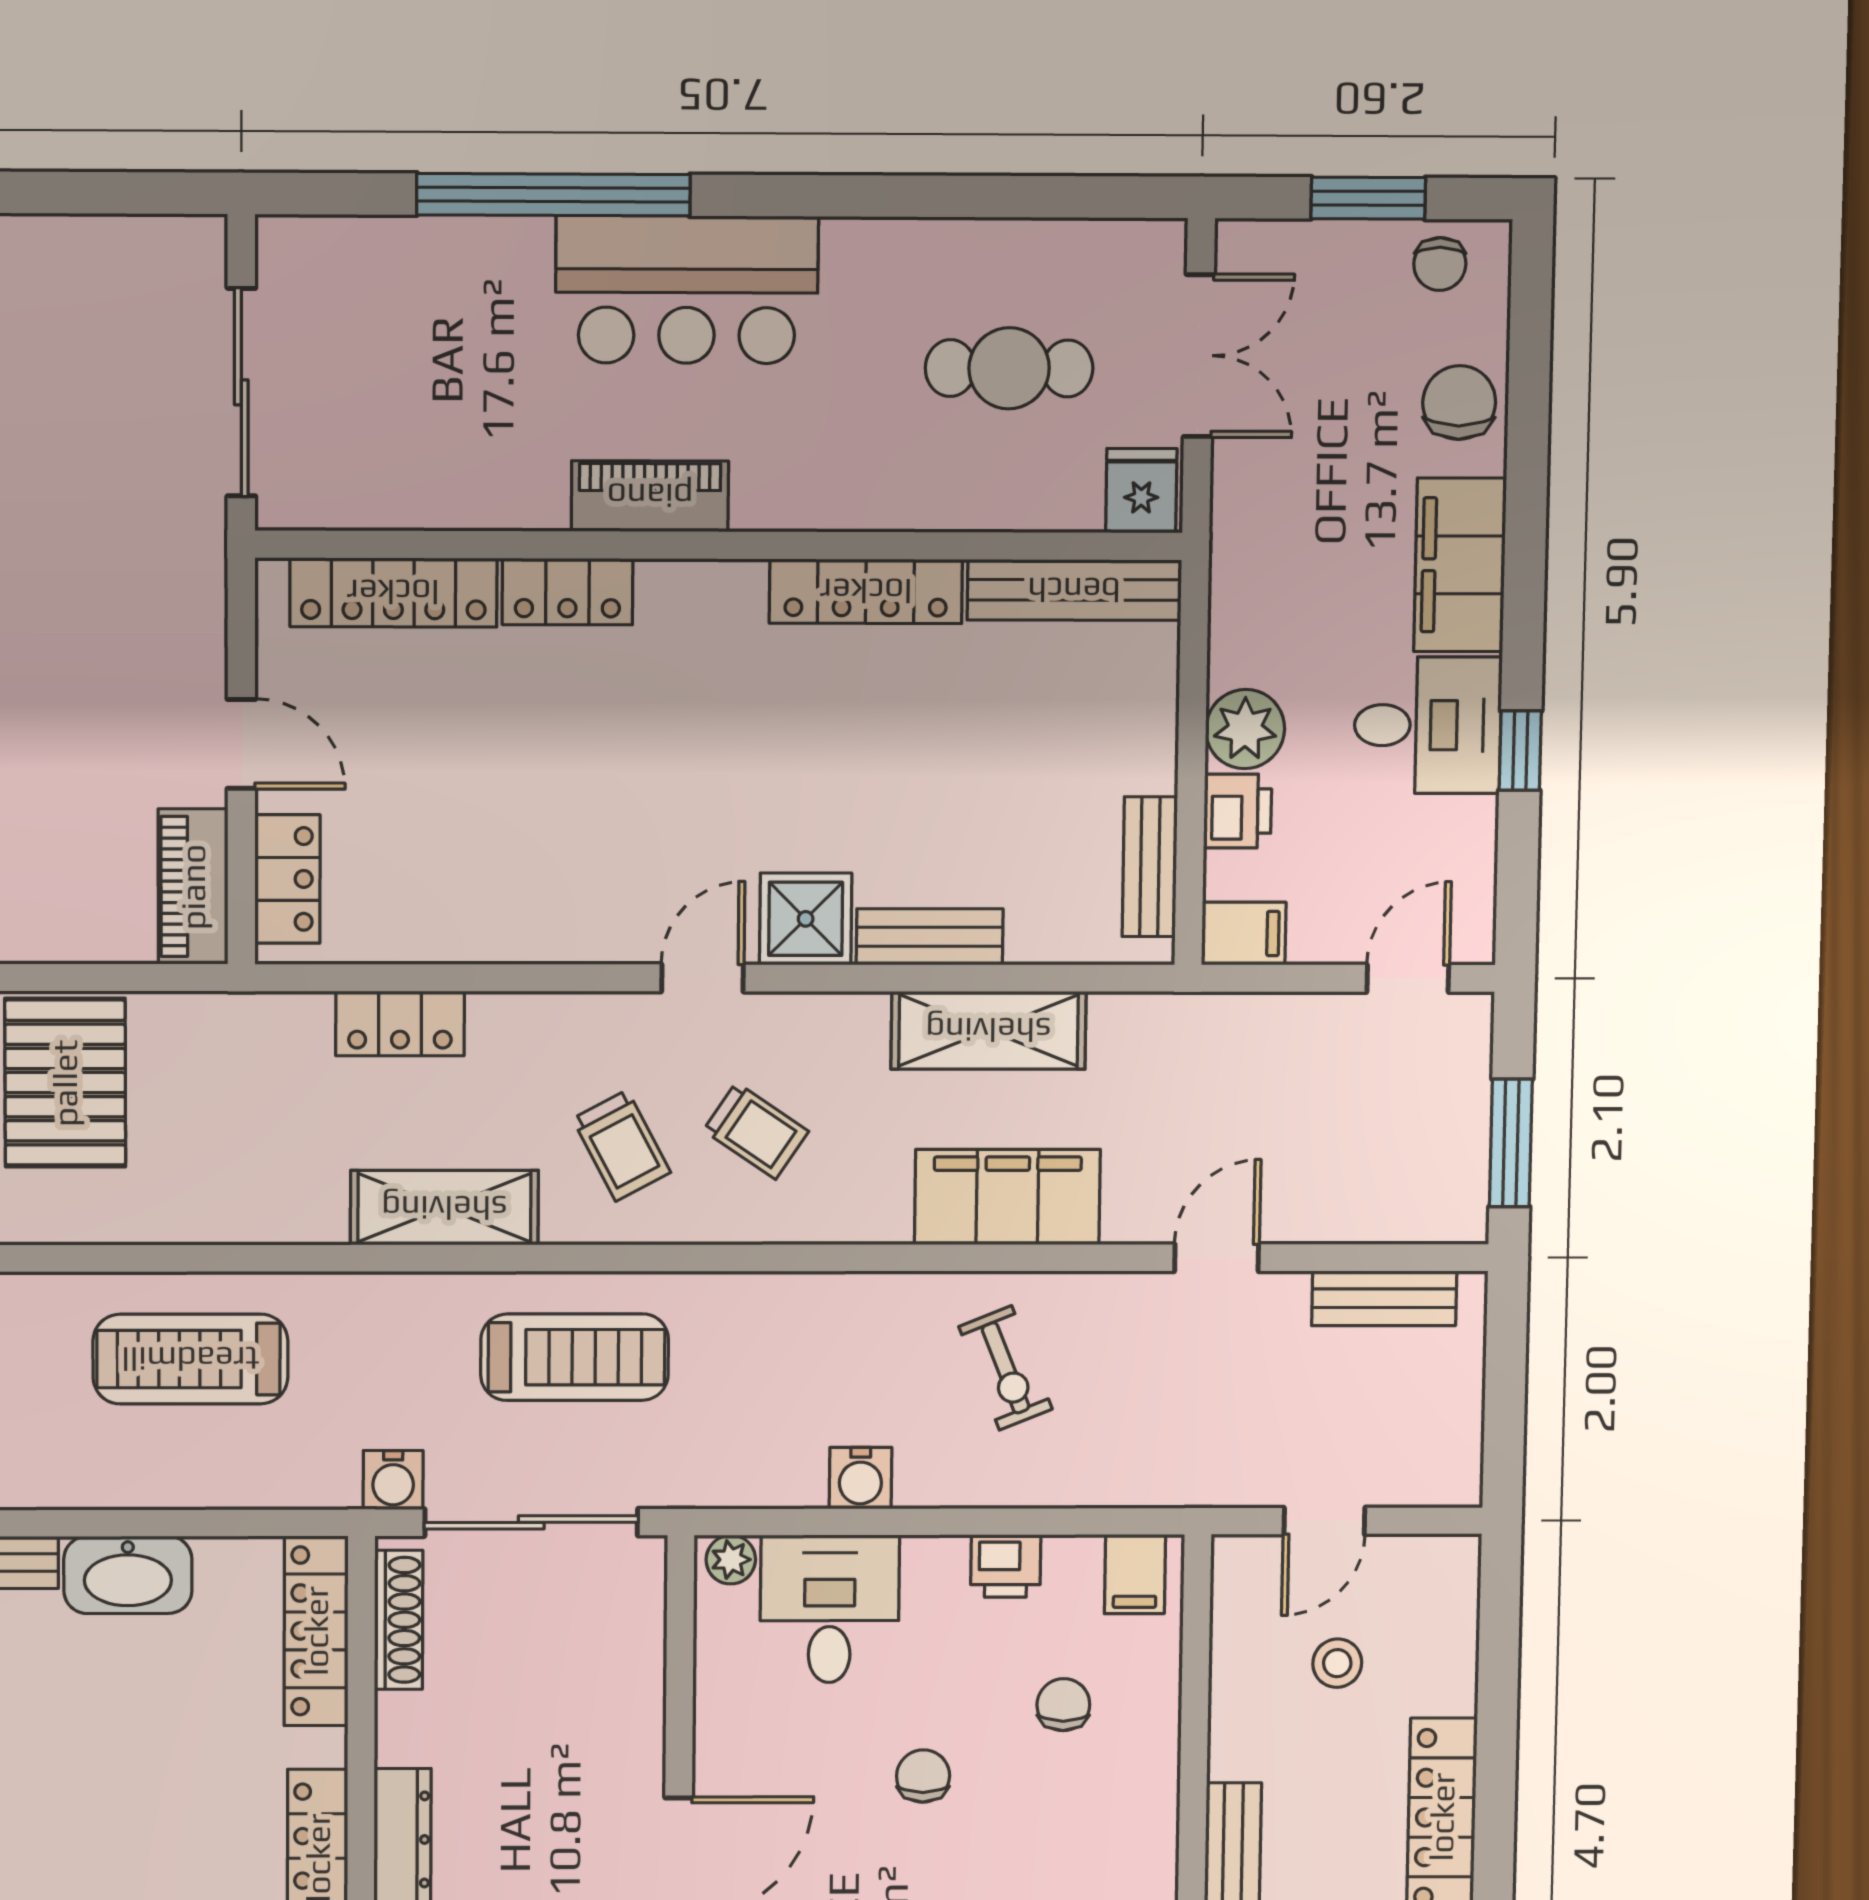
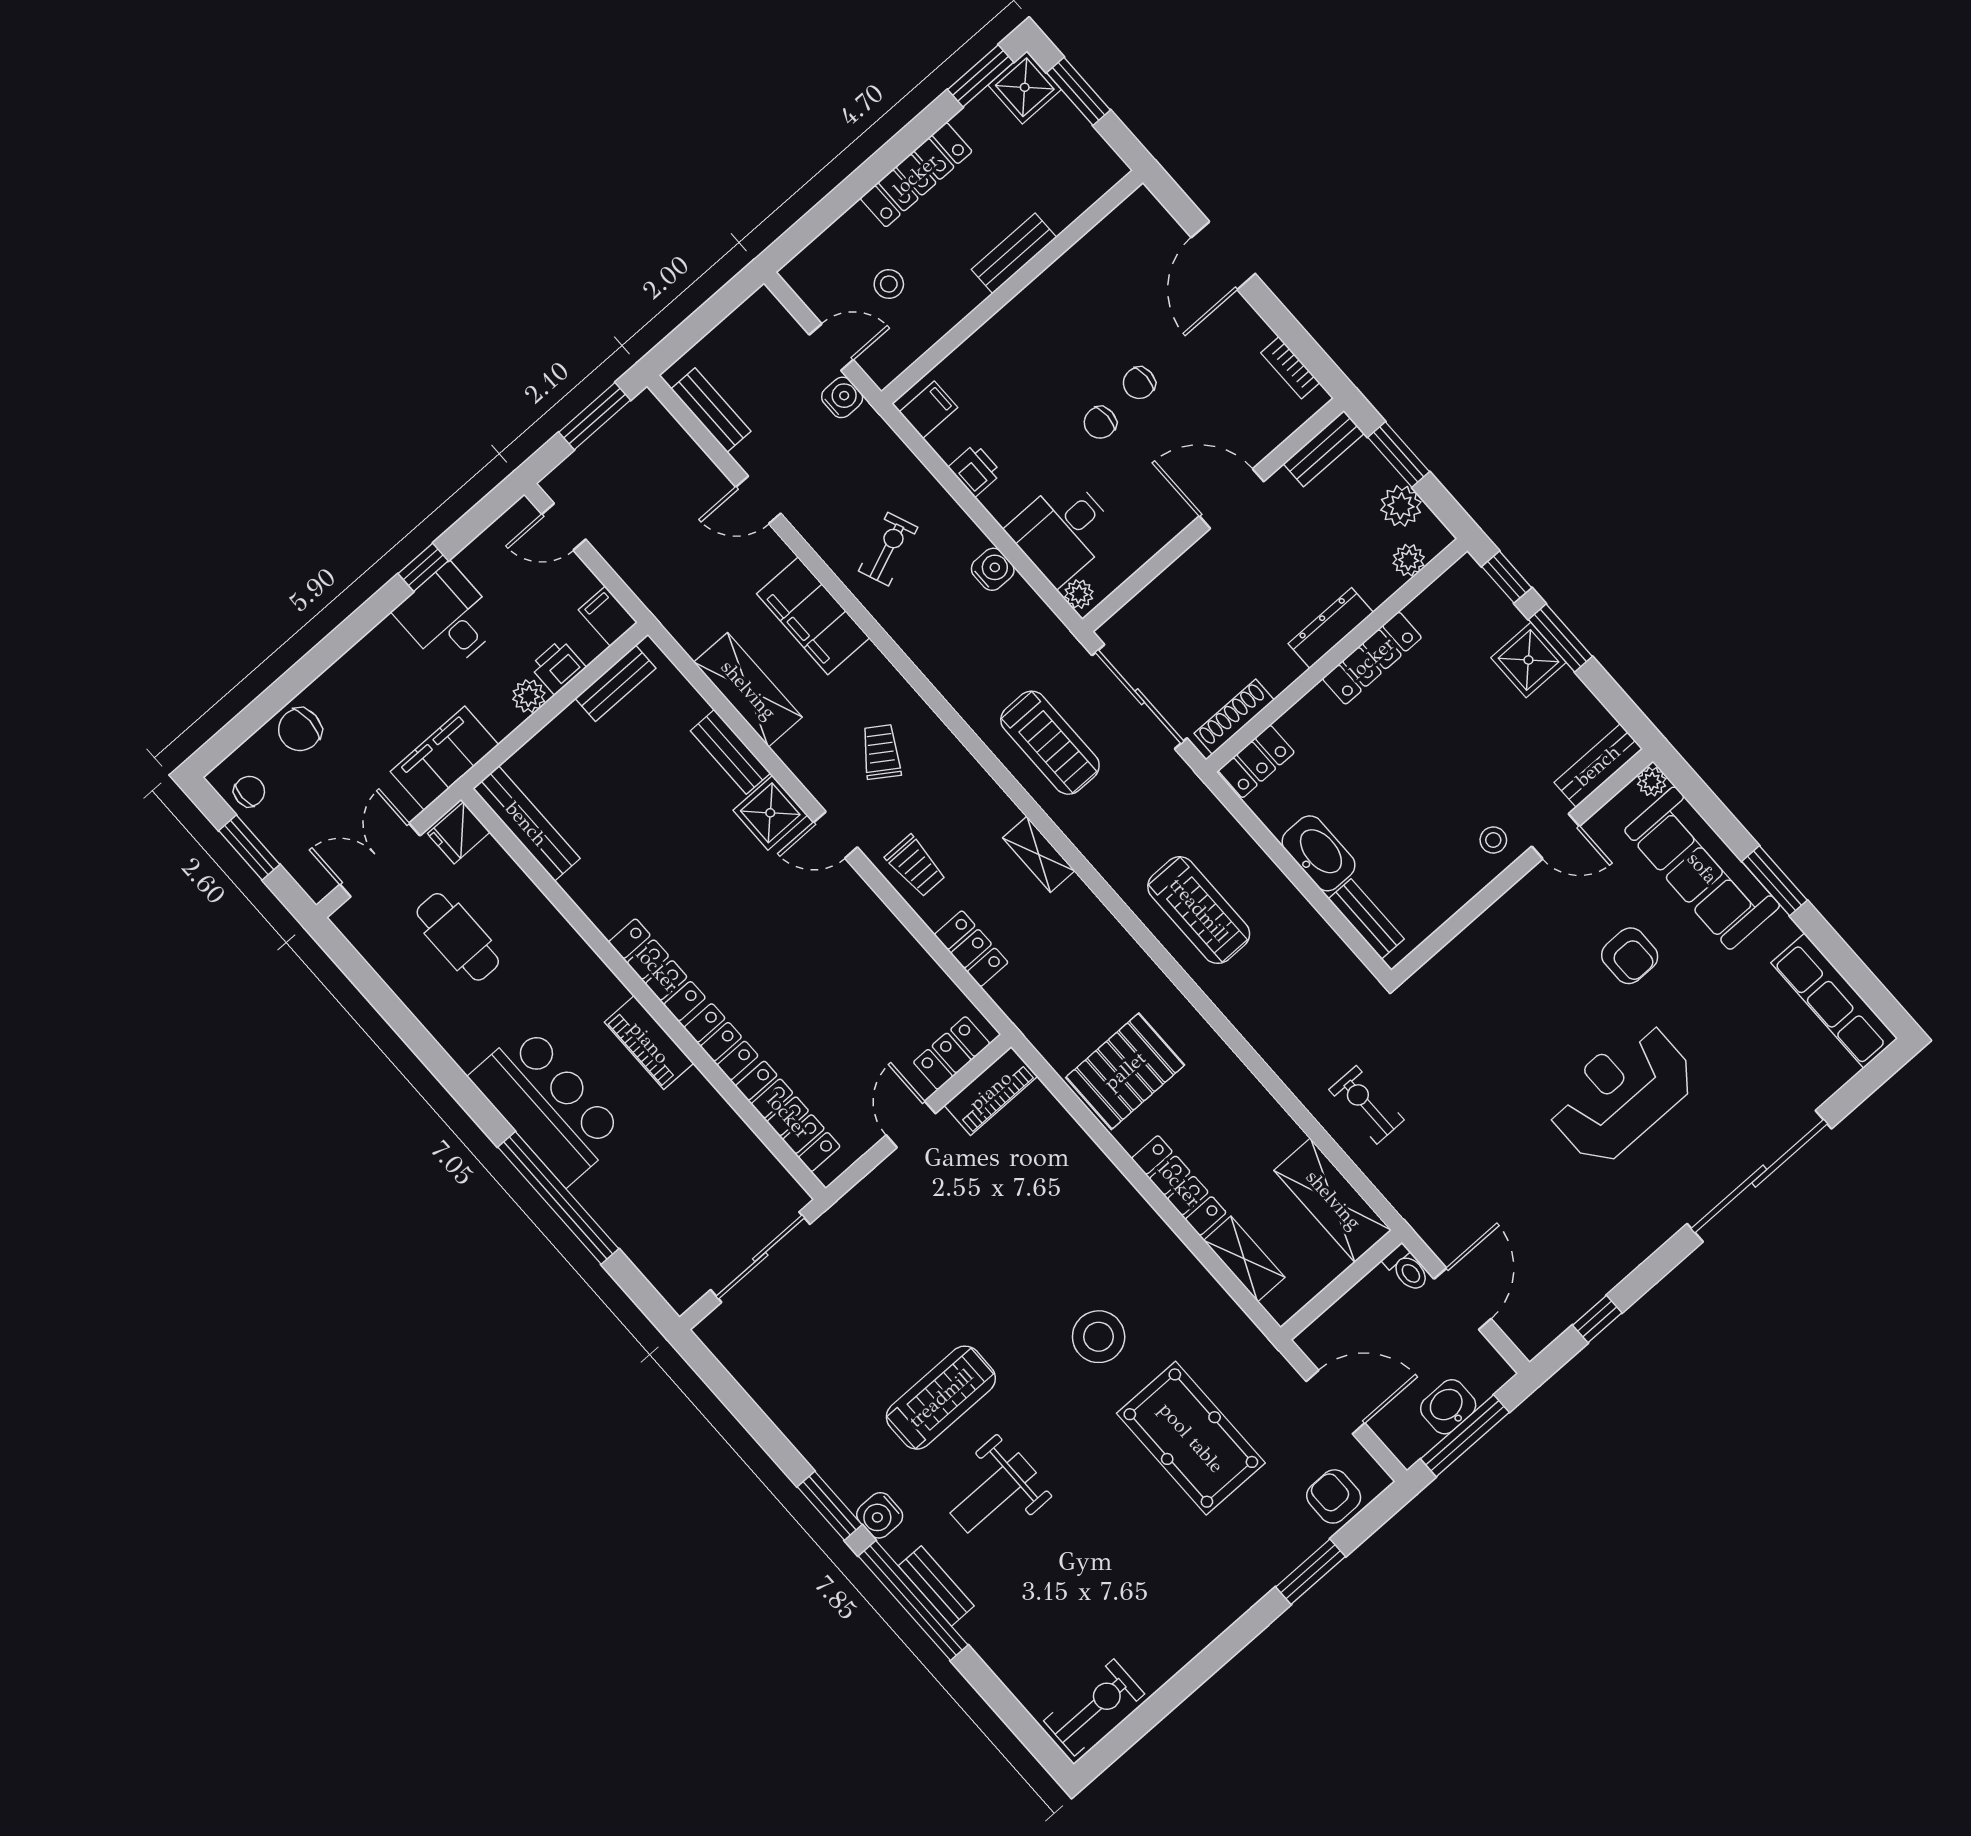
filing cabinet: (1460, 565) -> (445, 758), moved, turned 180
locker: (866, 591) -> (657, 970), moved
plant: (1245, 729) -> (529, 696), width x0.73, depth x0.73
trolley: (621, 1146) -> (916, 866), moved, turned 118
shelving: (444, 1208) -> (1039, 854), width x0.67, depth x0.75
treadmill: (575, 1357) -> (1050, 743), turned 180
water cooler: (393, 1480) -> (842, 397), moved
locker: (316, 1631) -> (1256, 761), width x0.66
chair: (1063, 1705) -> (1139, 383), moved

